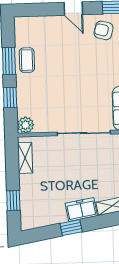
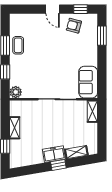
shelving: (25, 158) -> (15, 128), moved
window: (71, 228) -> (58, 165), moved

